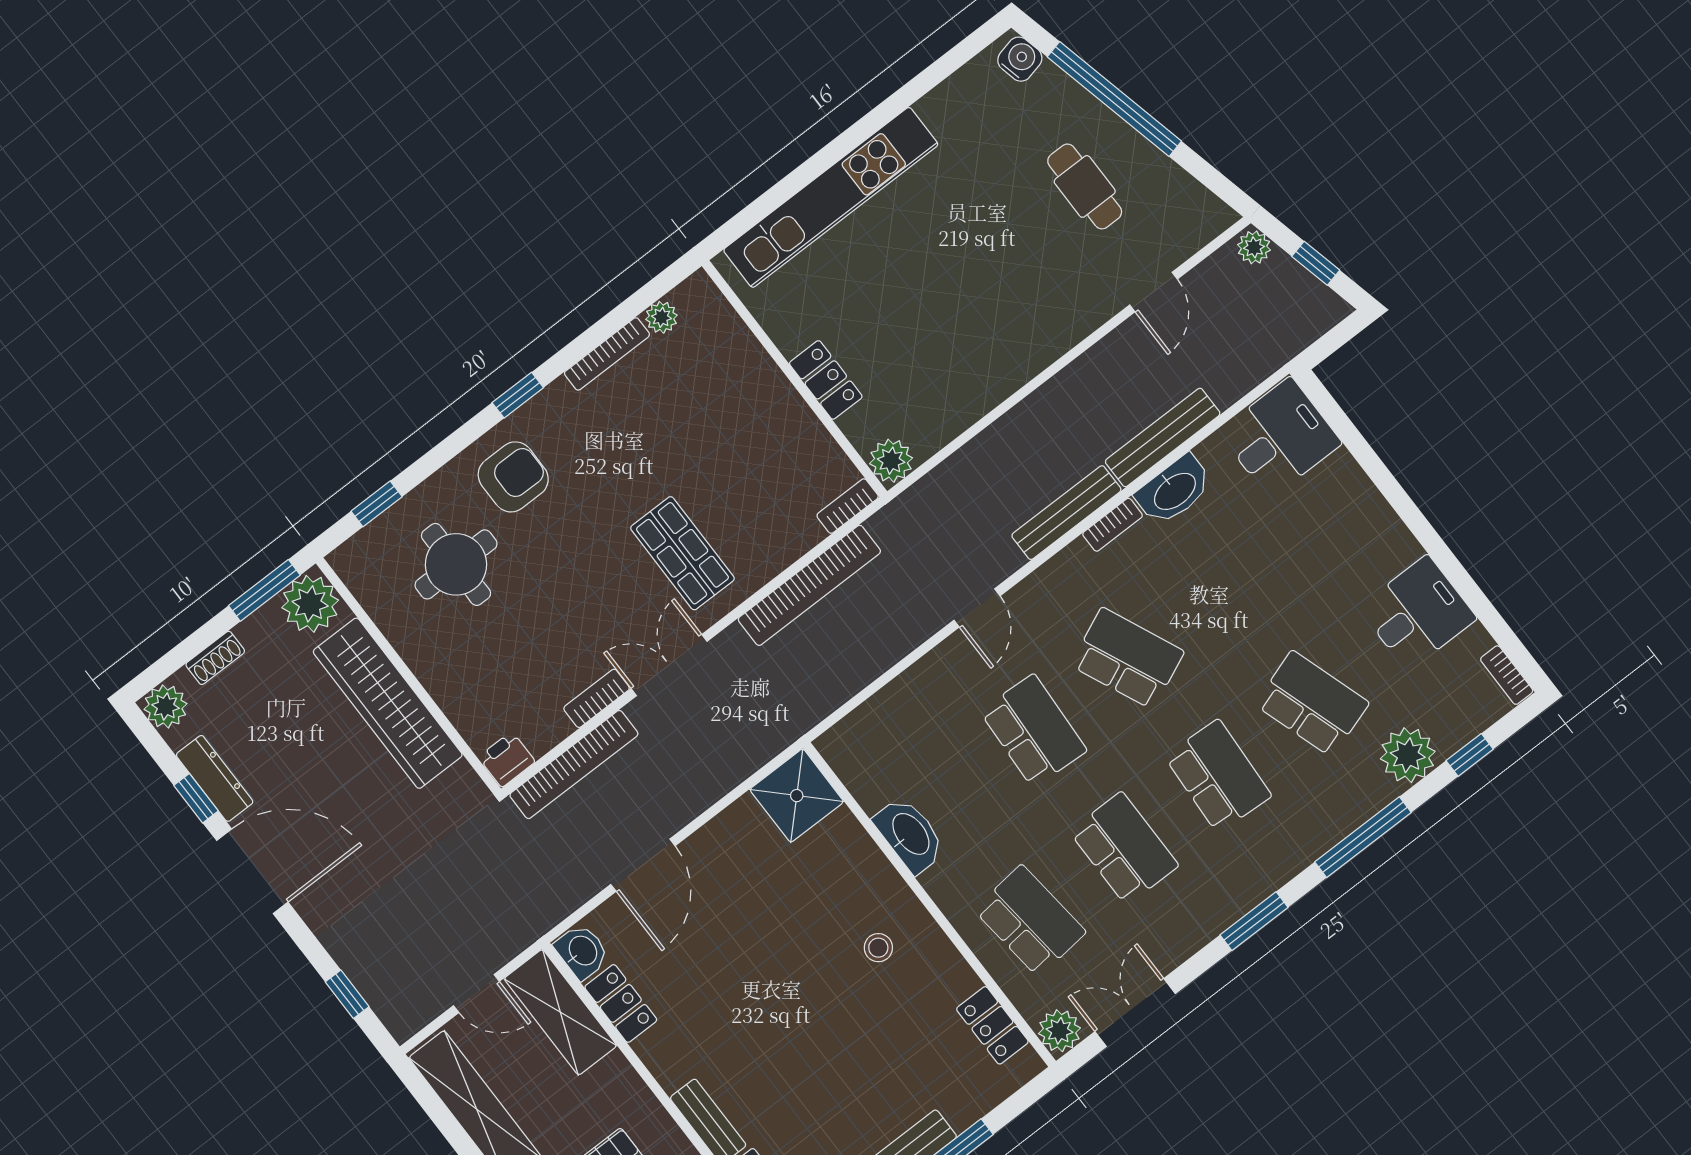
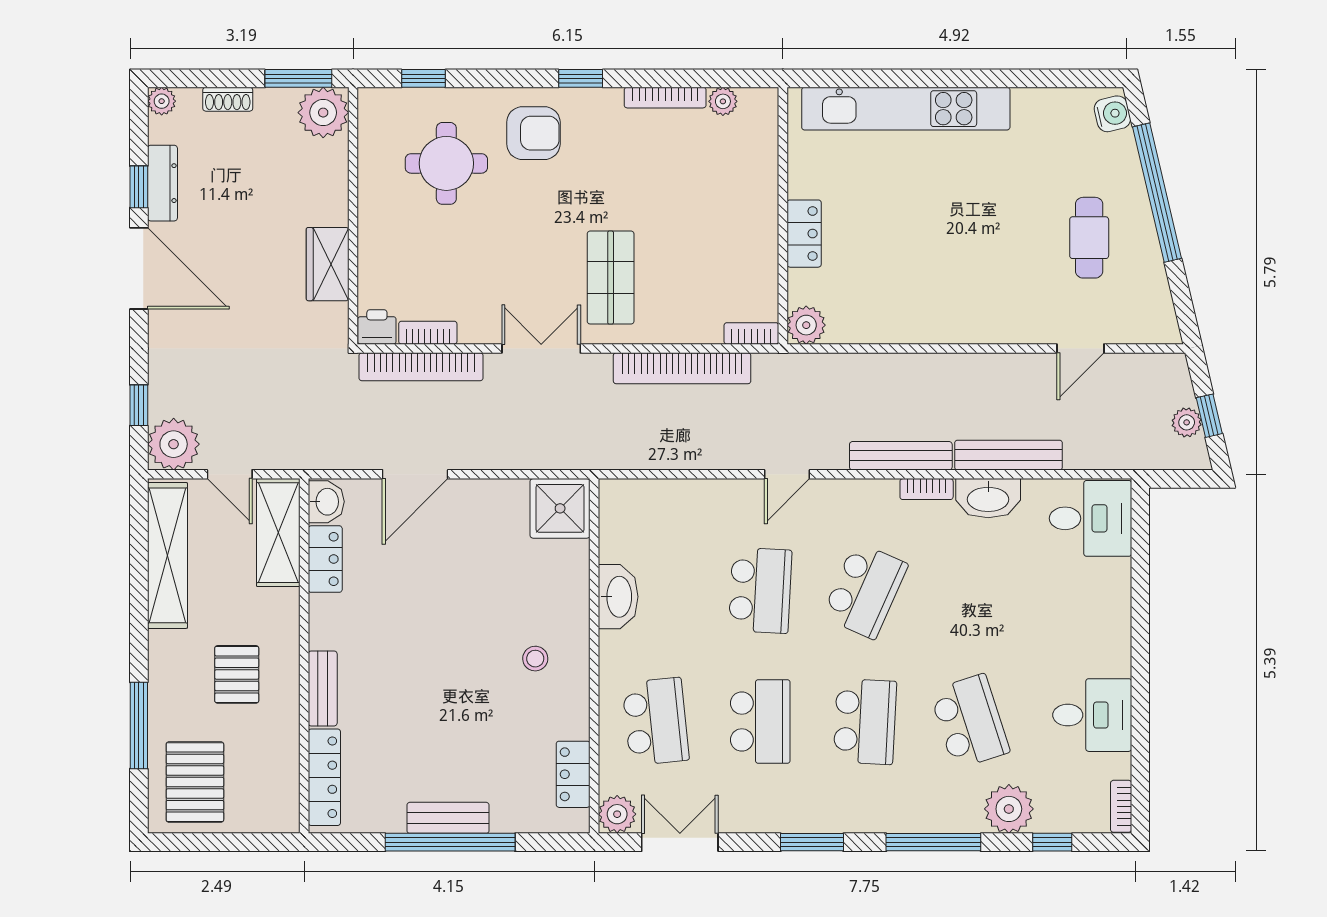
plant: (1254, 247) -> (1187, 422), moved
school desk: (1127, 658) -> (865, 590), turned 48
bookcase: (597, 698) -> (428, 333), moved
wardrobe: (388, 703) -> (328, 264), width x0.48, depth x0.85
plant: (166, 706) -> (162, 101), width x0.73, depth x0.73
plant: (405, 1005) -> (174, 444), added

